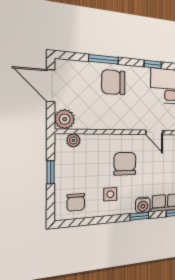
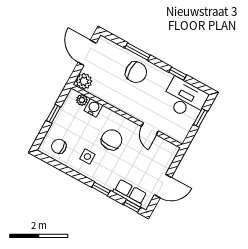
chair: (113, 82) -> (136, 72), turned 180
chair: (76, 202) -> (59, 146), turned 89
water cooler: (143, 205) -> (93, 108), moved, turned 180

